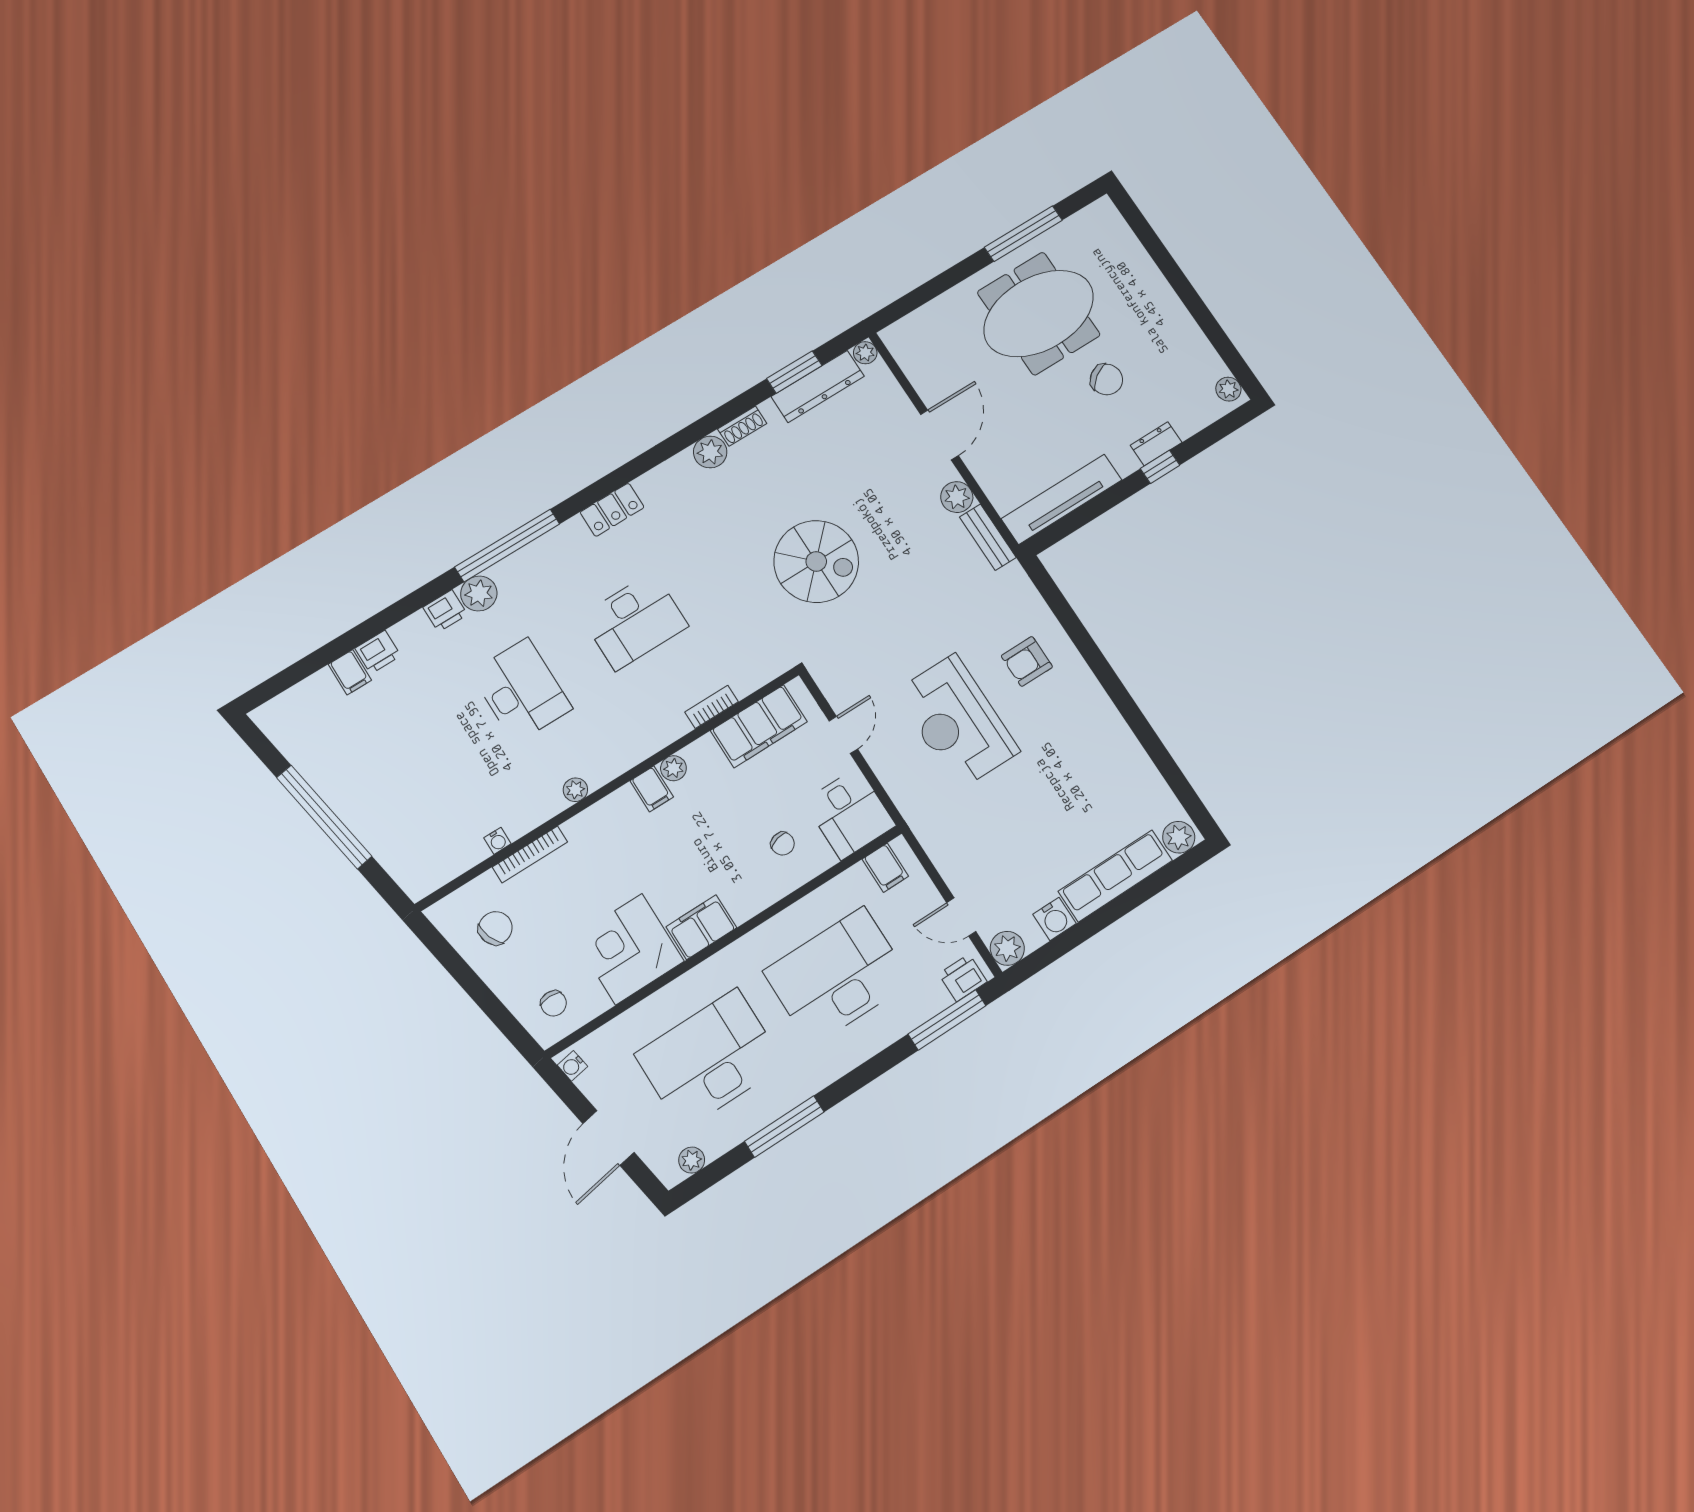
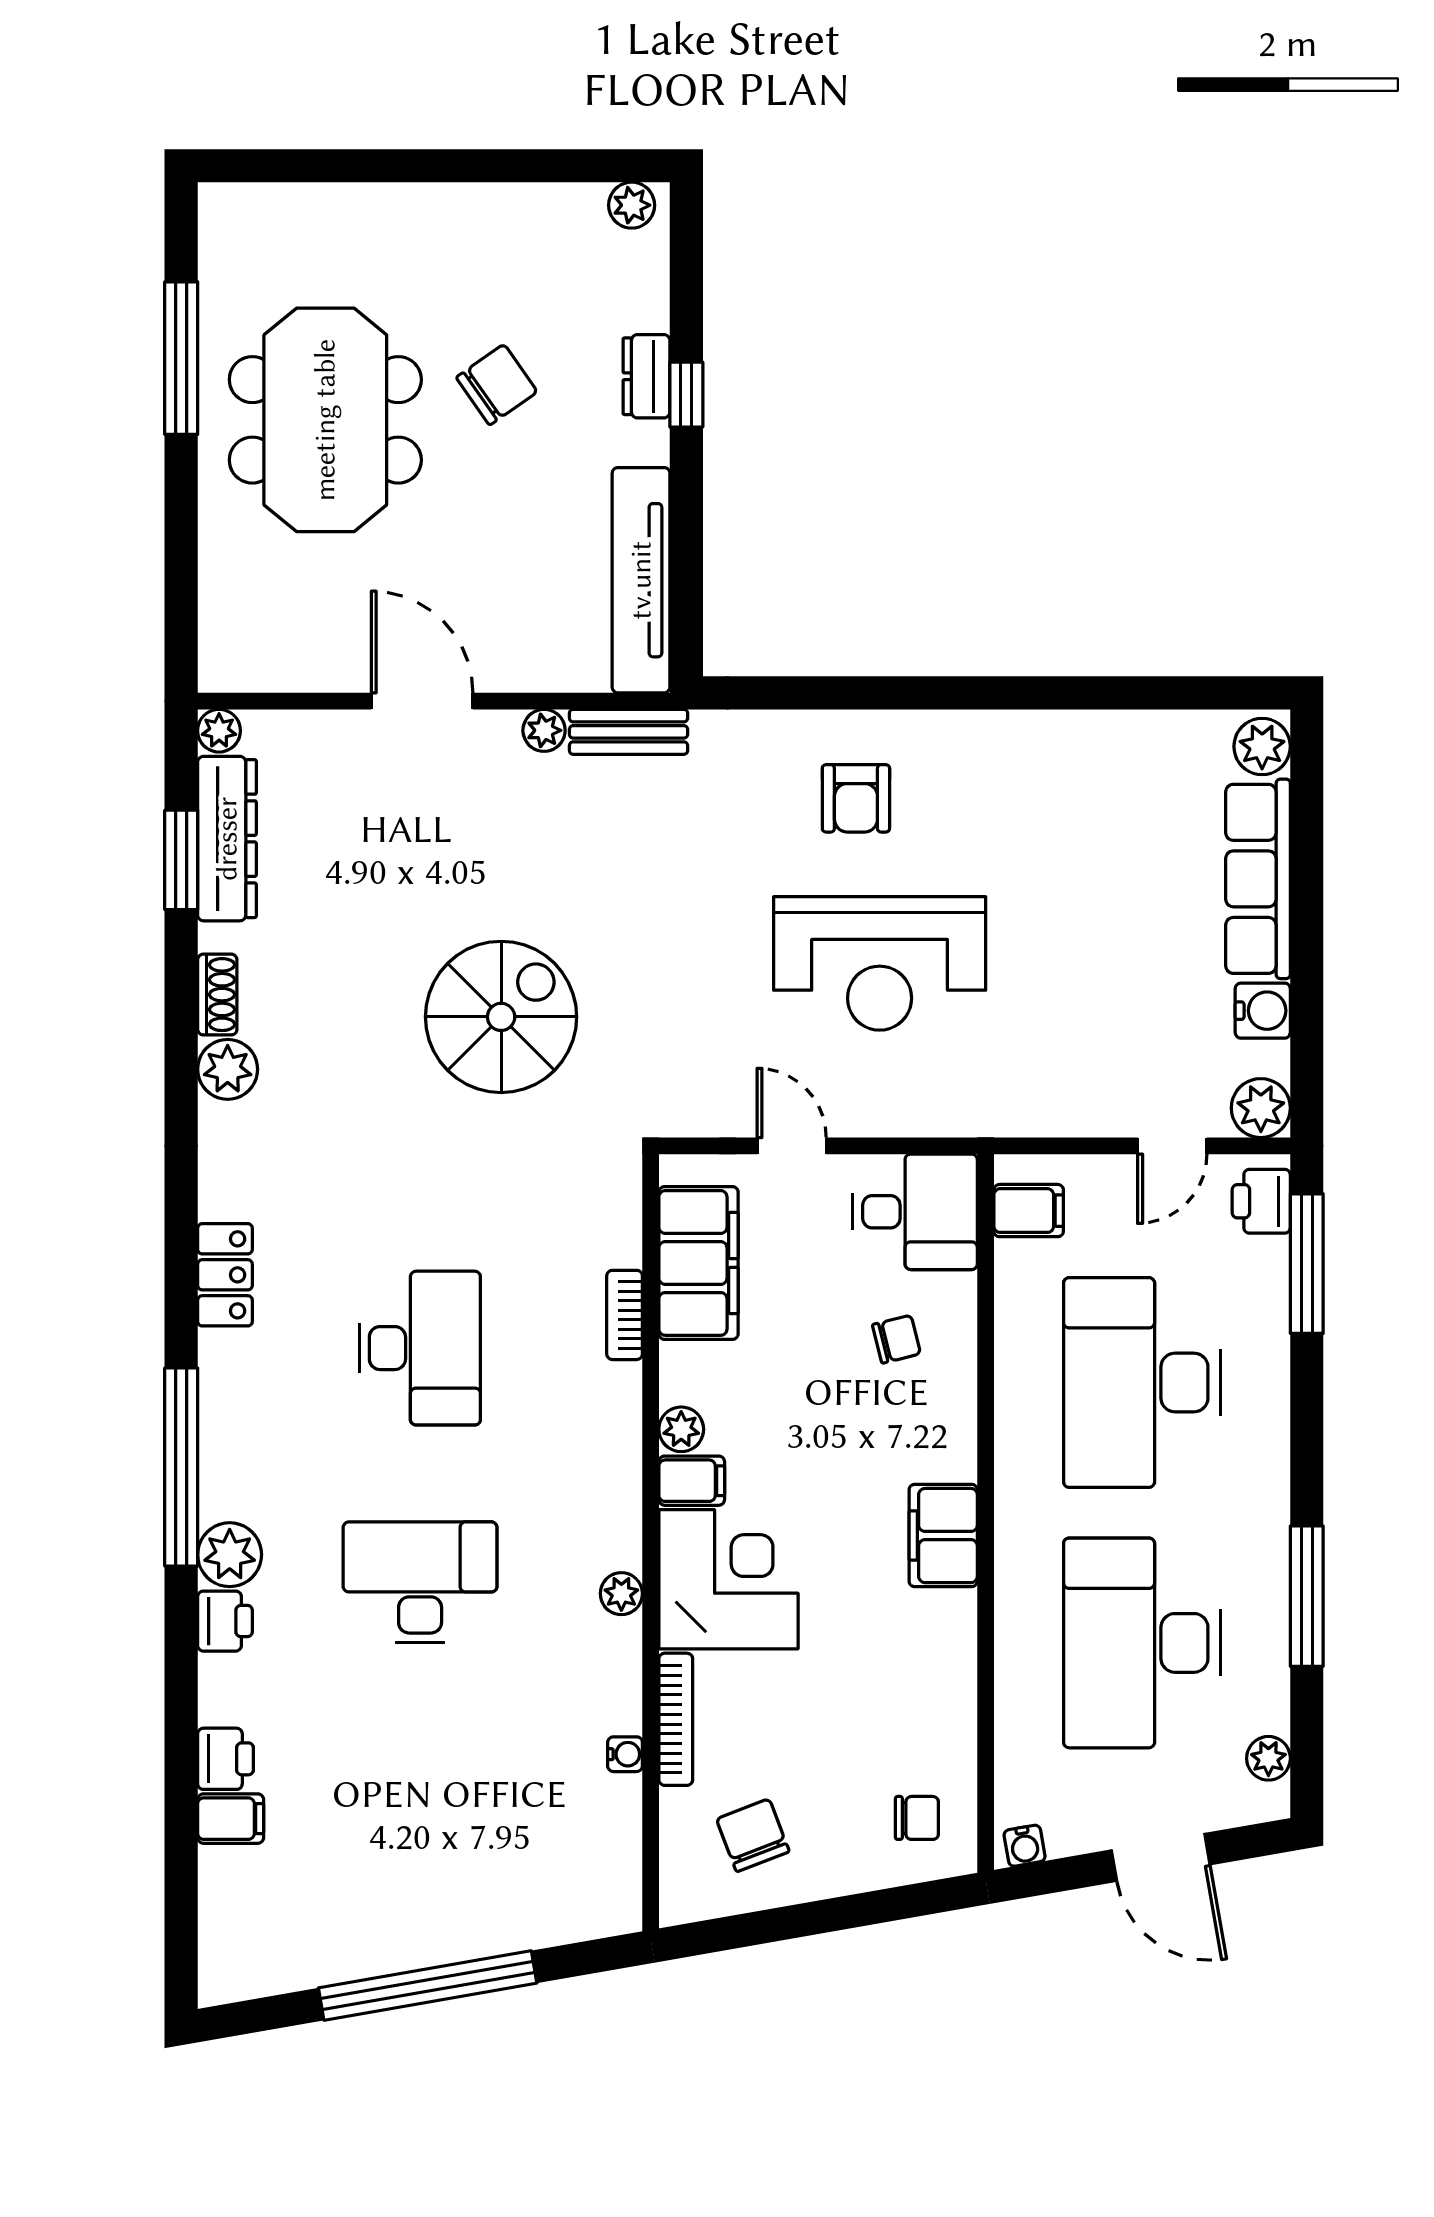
plant: (957, 497) -> (544, 730), width x0.73, depth x0.73
corner desk: (629, 949) -> (728, 1579), moved, turned 180

